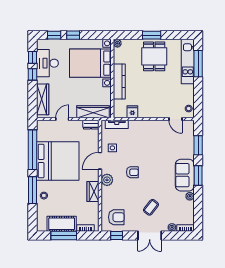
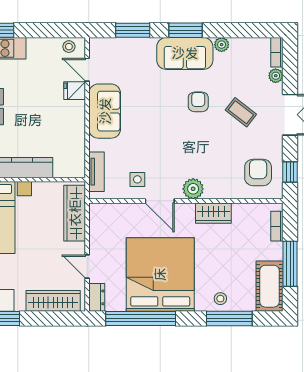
fridge: (132, 112) -> (75, 91), moved
door: (175, 119) -> (87, 70), swing flipped
dresser: (91, 125) -> (97, 297), moved
sofa: (152, 129) -> (105, 111), added
armchair: (132, 172) -> (198, 102), moved
window: (33, 190) -> (229, 318), moved
cot: (62, 224) -> (270, 286), moved

